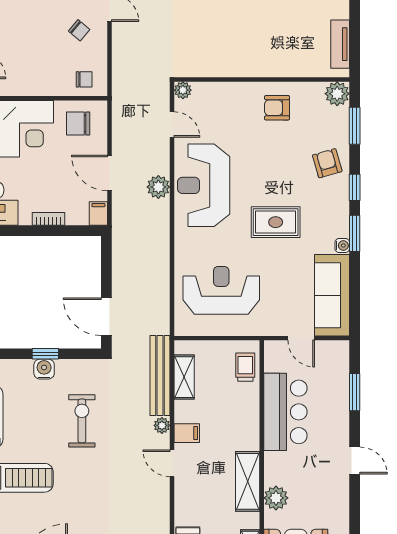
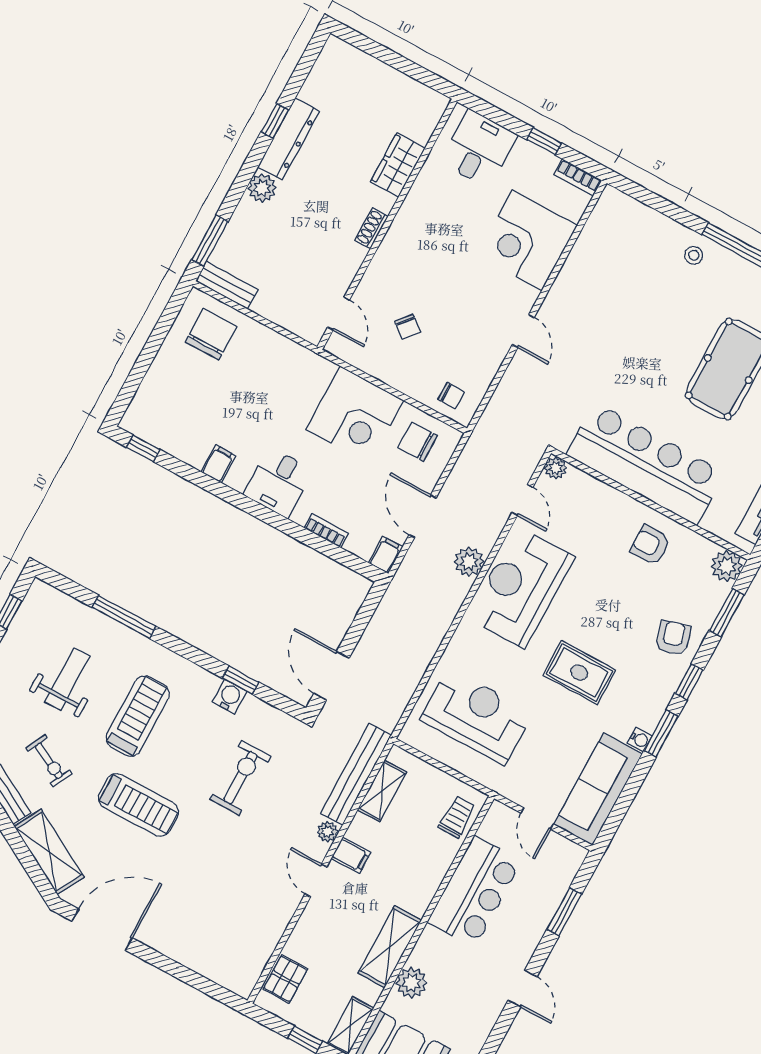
chair: (79, 30) -> (408, 327), moved
bar counter: (243, 54) -> (646, 464), added

